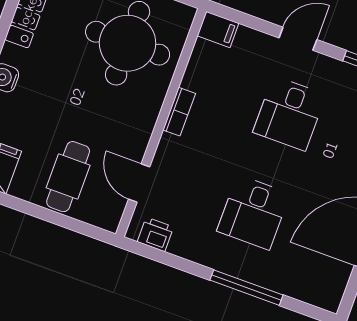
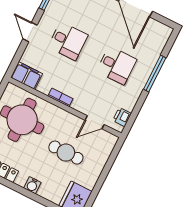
filing cabinet: (218, 29) -> (27, 76), width x2.00
cafe table: (68, 177) -> (66, 153), moved

